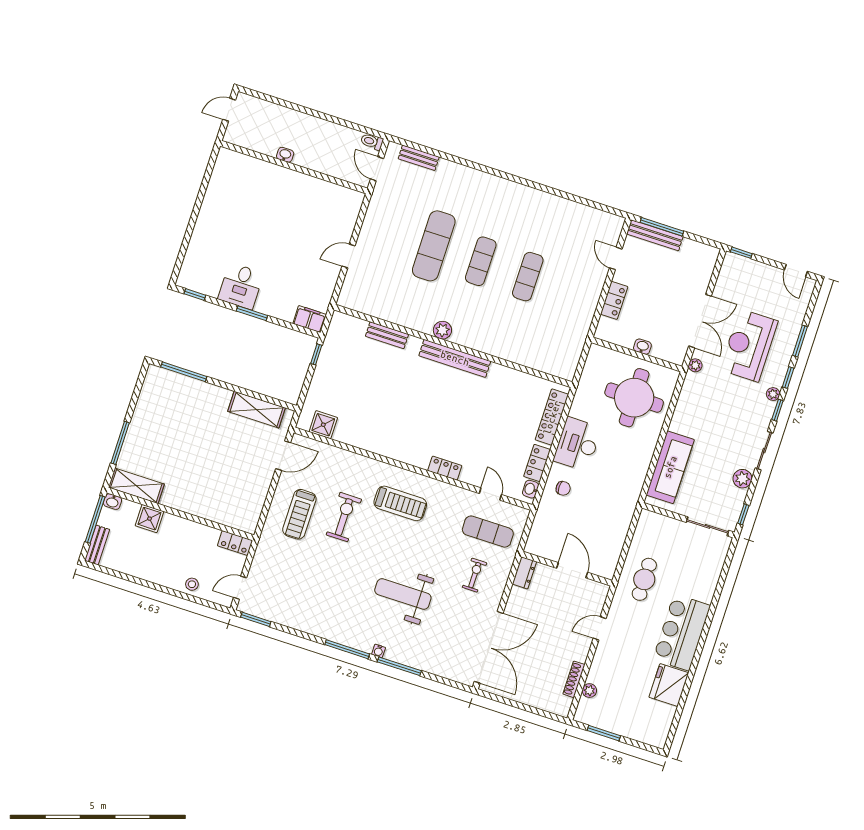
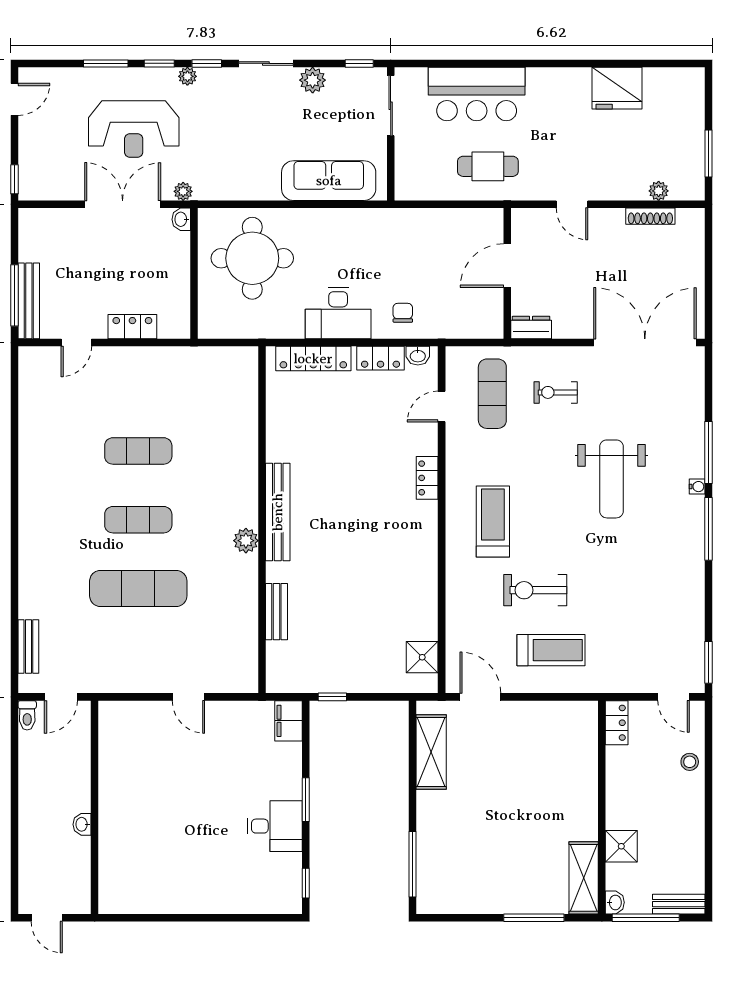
washbasin: (642, 347) -> (181, 219), moved
bar counter: (682, 632) -> (477, 94), moved

